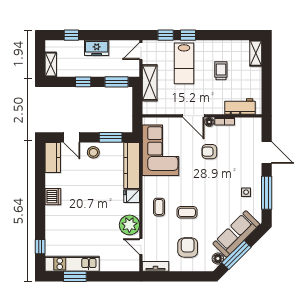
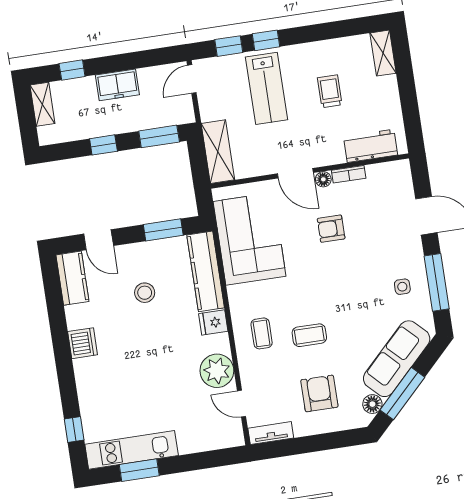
shelving: (51, 64) -> (42, 104), moved
shelving: (150, 83) -> (218, 152), moved
stool: (93, 152) -> (145, 293), moved

